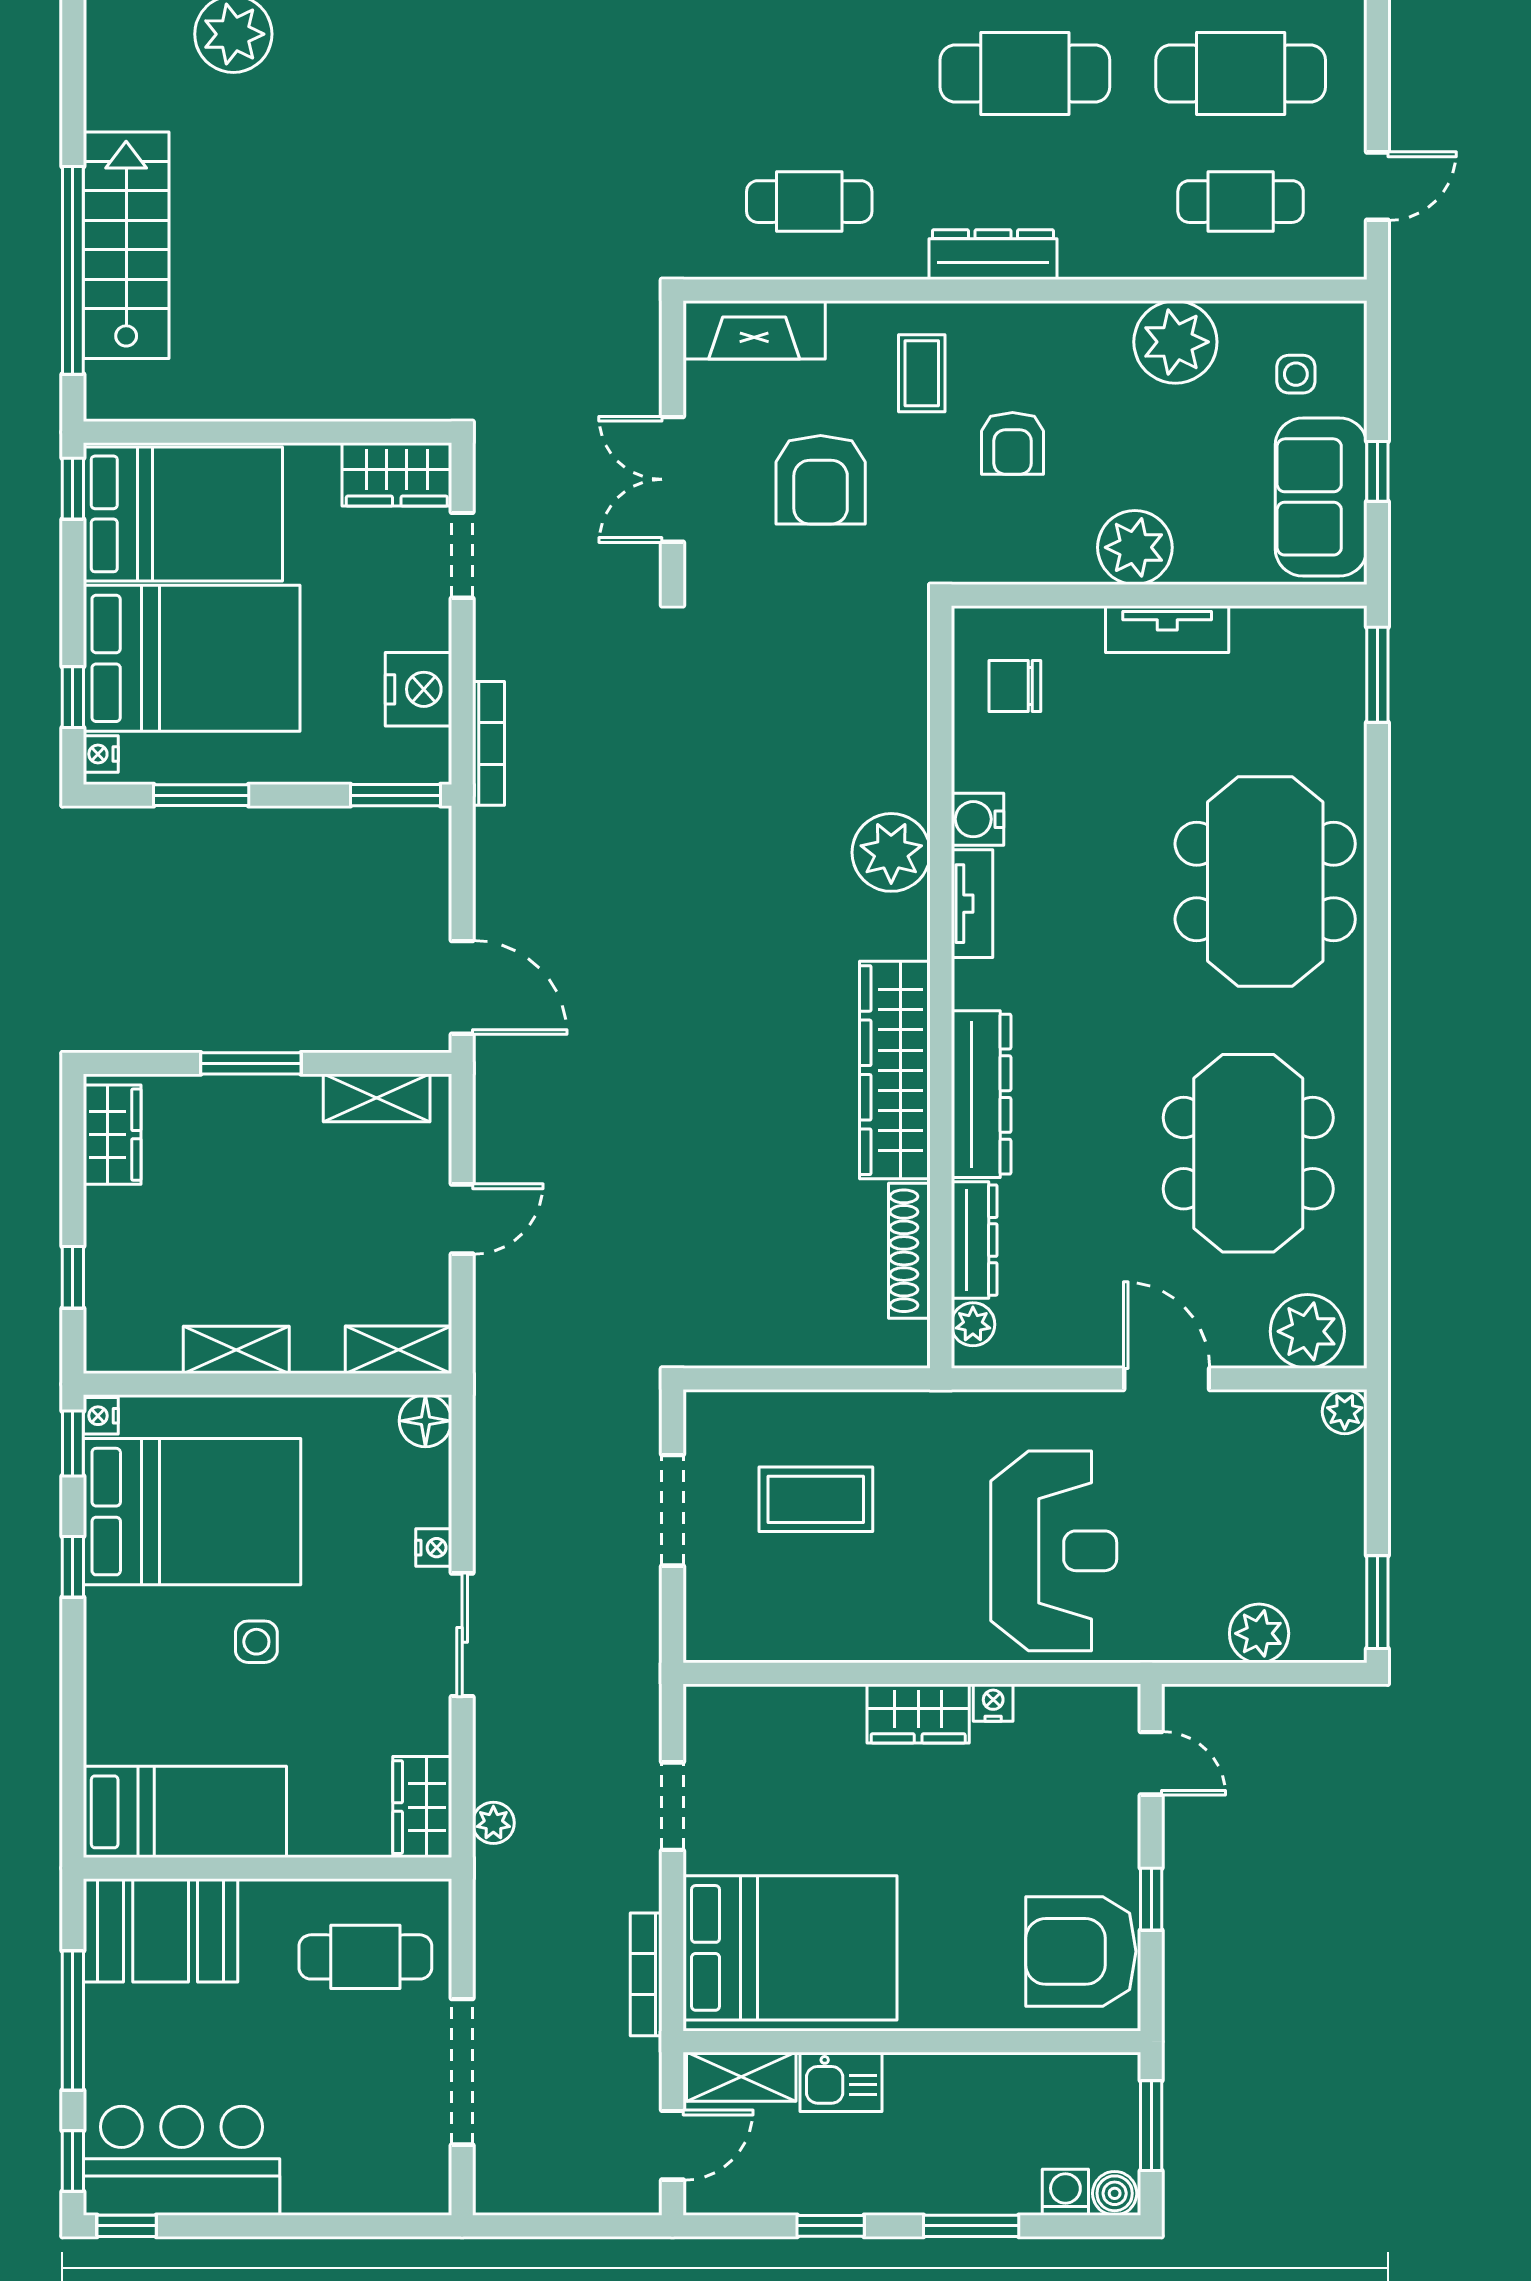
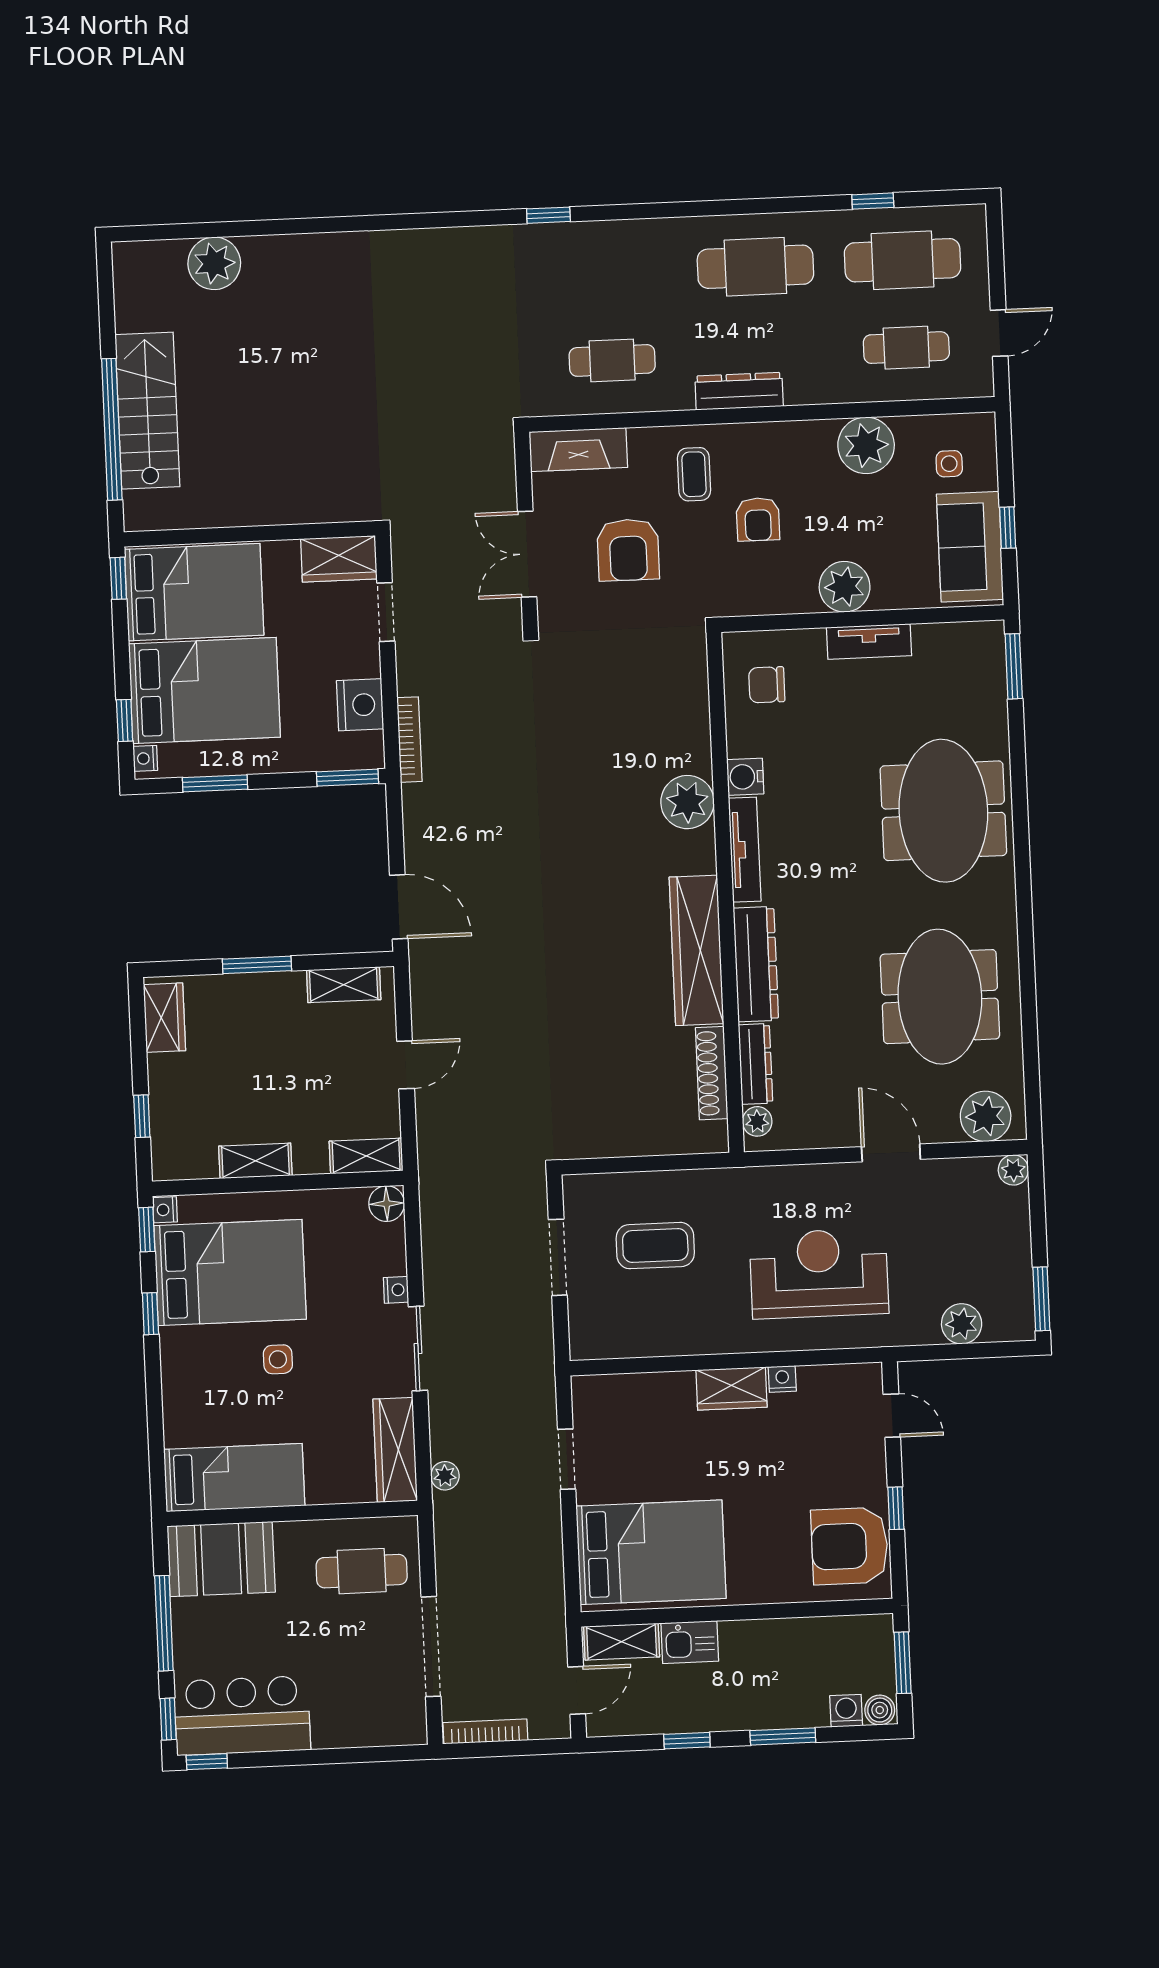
tv unit: (972, 904) -> (745, 850), width x1.41
reception desk: (1054, 1551) -> (819, 1274), turned -90
wardrobe: (422, 1807) -> (395, 1450), width x1.50
bookcase: (646, 1974) -> (485, 1731), moved, turned 90

